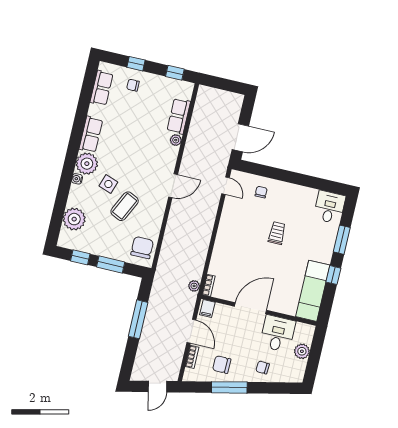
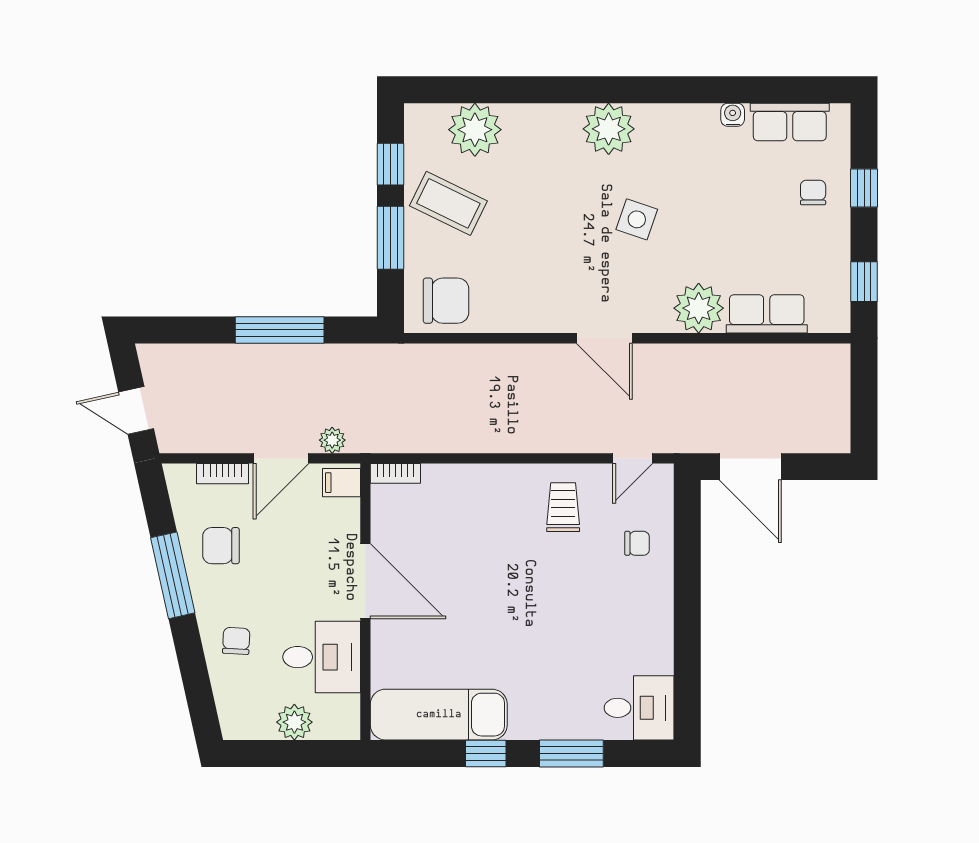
row of seats: (91, 134) -> (678, 123), removed
plant: (176, 140) -> (699, 308), width x1.87, depth x1.87
water cooler: (77, 179) -> (733, 115), moved
side table: (108, 184) -> (637, 219), moved
coffee table: (125, 206) -> (448, 203), moved
trolley: (277, 233) -> (563, 507), moved, turned -90
plant: (194, 286) -> (332, 440), moved
chair: (222, 365) -> (221, 546), turned -90

